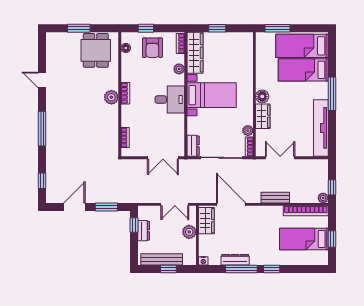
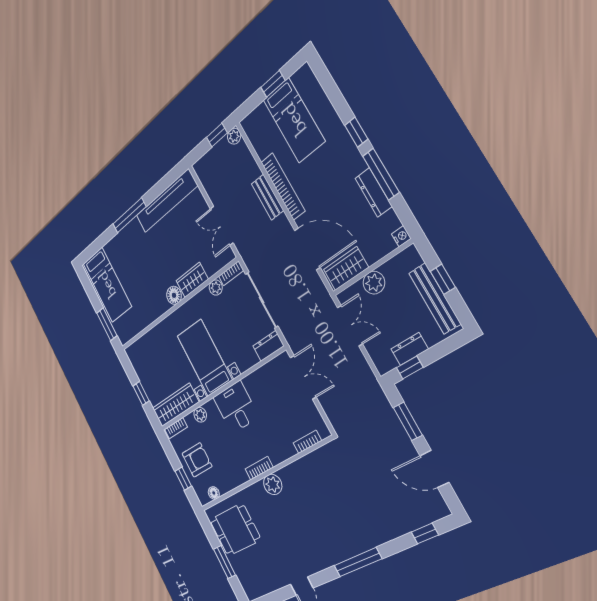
bed: (303, 70) -> (126, 266), removed
door: (231, 204) -> (307, 249), swing flipped
bookcase: (306, 211) -> (283, 186), moved

